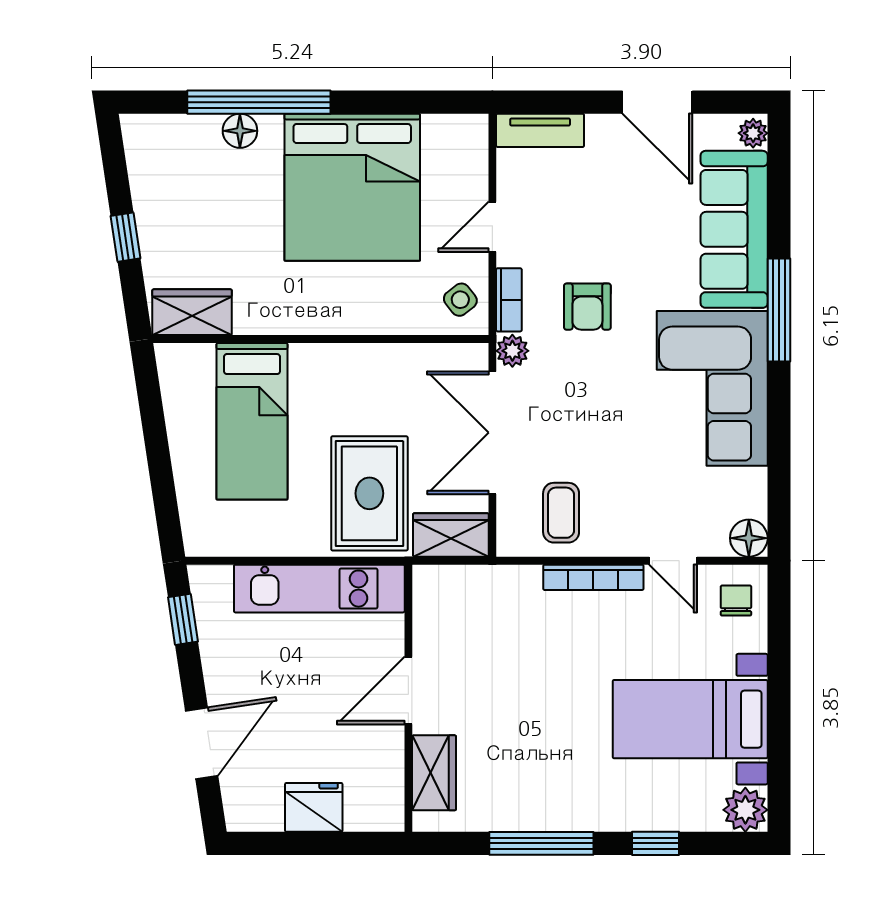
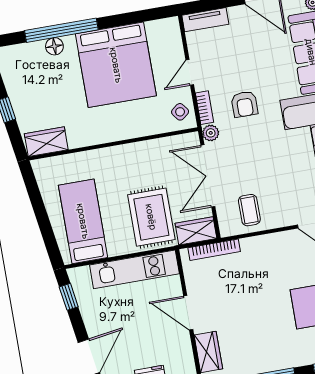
bed: (252, 421) -> (83, 221), moved, turned 180
bookcase: (593, 577) -> (214, 250), moved
door: (408, 690) -> (188, 313), hinge flipped

